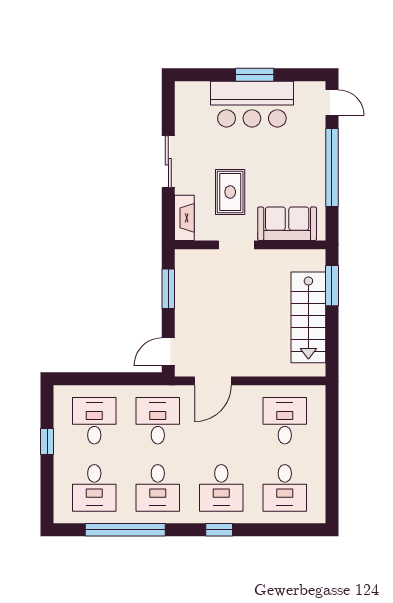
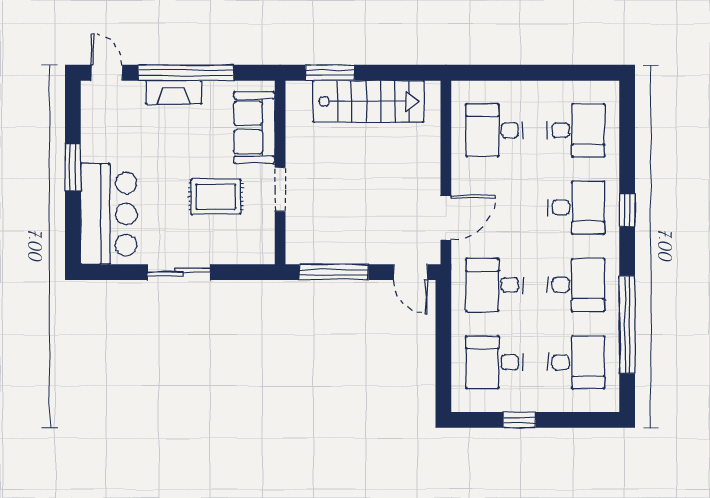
door: (332, 103) -> (107, 73), hinge flipped
bar counter: (252, 104) -> (109, 214), moved
fireplace: (184, 218) -> (174, 92), moved, turned 180
window: (168, 289) -> (334, 272), width x1.44
door: (213, 381) -> (446, 218), hinge flipped

